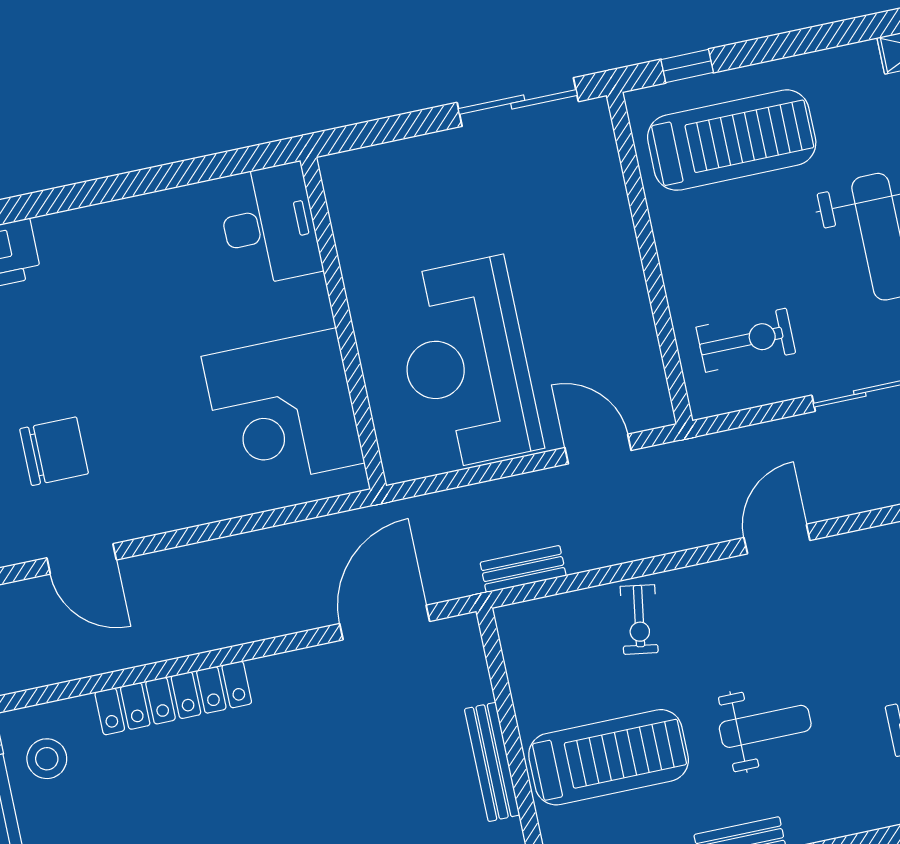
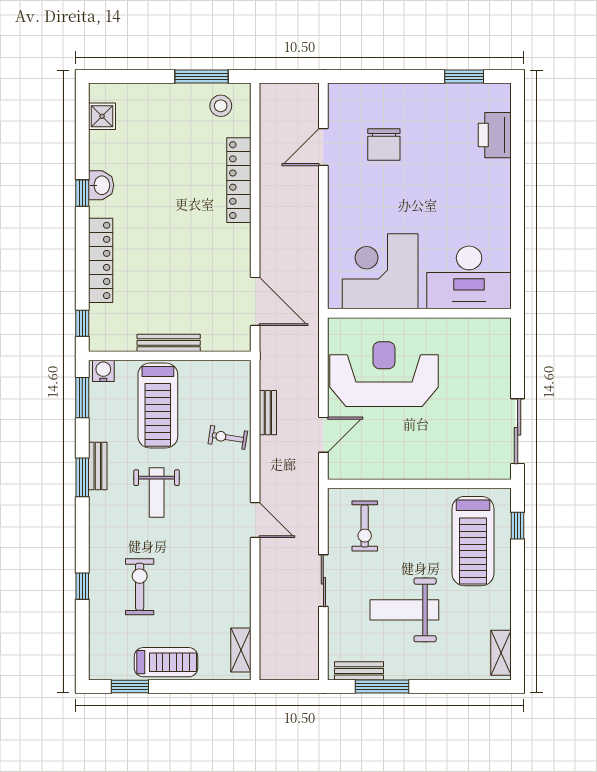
desk: (269, 225) -> (469, 277), width x1.36, depth x1.30
bench: (523, 569) -> (268, 413), moved

